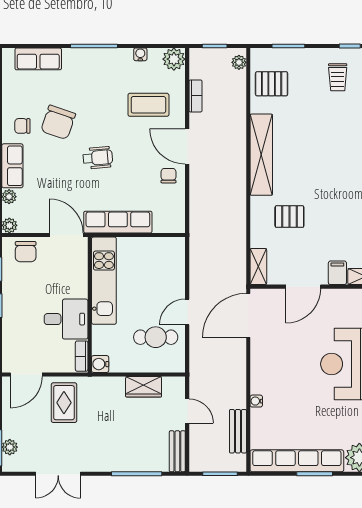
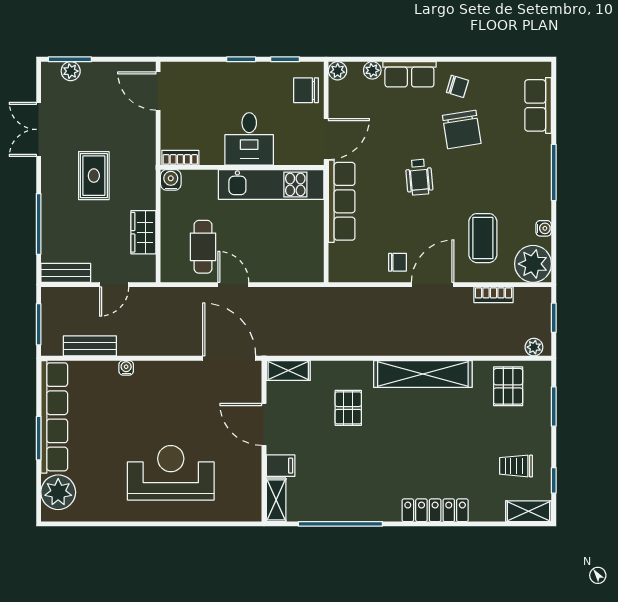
plant: (174, 59) -> (533, 264), width x1.36, depth x1.36
chair: (58, 122) -> (462, 129), turned -118
chair: (22, 126) -> (457, 86), turned 107
desk: (66, 319) -> (249, 139), moved
rug: (64, 403) -> (94, 176), moved, turned 90

